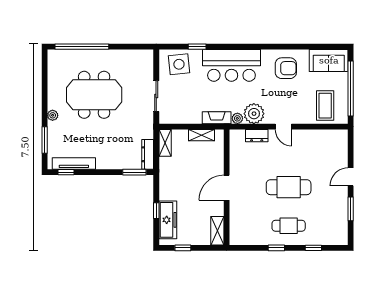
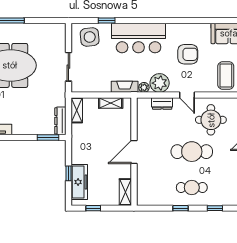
armchair: (286, 68) -> (188, 54), moved
round table: (309, 153) -> (211, 120), added

